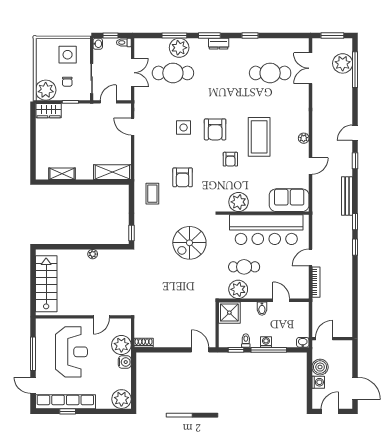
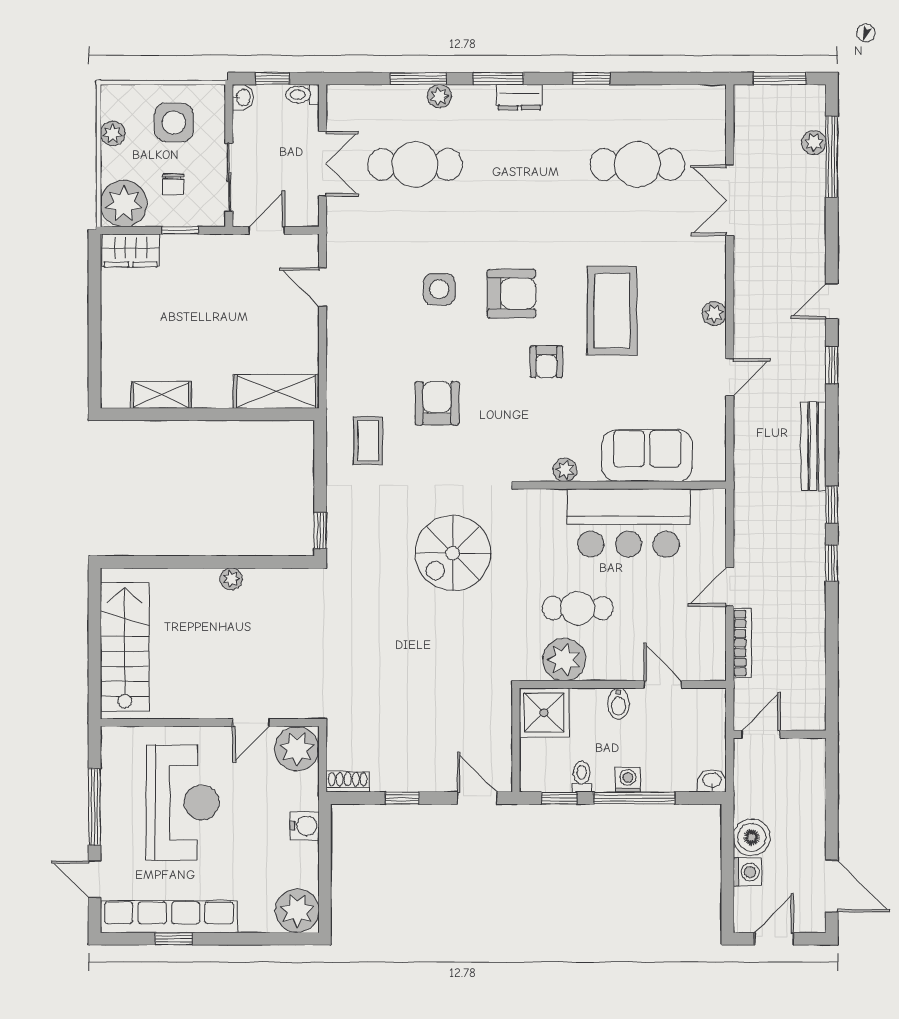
plant: (179, 48) -> (439, 96), width x0.53, depth x0.53
plant: (41, 59) -> (113, 134), added
plant: (343, 63) -> (814, 143), width x0.53, depth x0.53
double door: (310, 68) -> (730, 200), moved
armchair: (215, 129) -> (511, 294), turned -90
armchair: (183, 177) -> (437, 403), turned 180
sofa: (289, 200) -> (647, 455), moved
plant: (239, 202) -> (565, 470), width x0.53, depth x0.53
bar counter: (266, 230) -> (628, 523), width x0.73
door: (324, 339) -> (761, 734), moved
wall: (332, 339) -> (780, 734), moved
plant: (121, 345) -> (297, 749), moved
window: (167, 350) -> (402, 798), added

